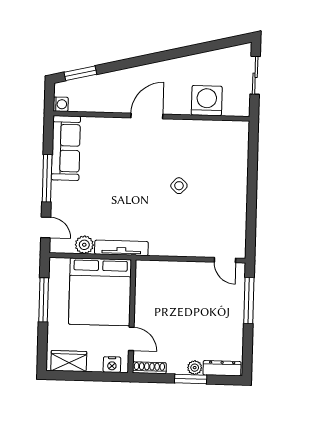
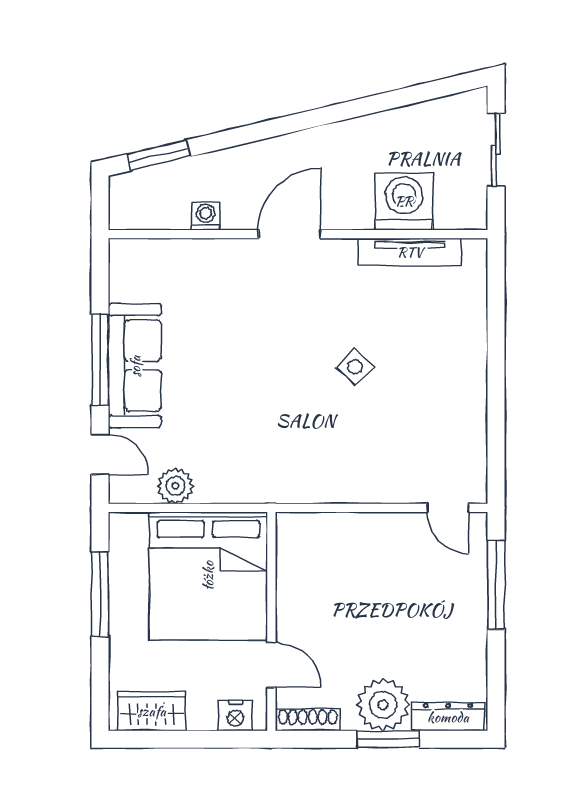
washing machine: (61, 104) -> (206, 216), moved, turned -90
sofa: (66, 148) -> (135, 366), moved
tv unit: (121, 248) -> (410, 252), moved, turned 180
plant: (195, 368) -> (383, 705), width x1.88, depth x1.88

